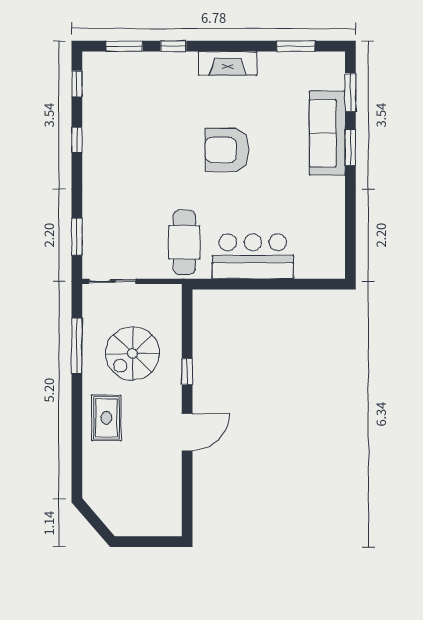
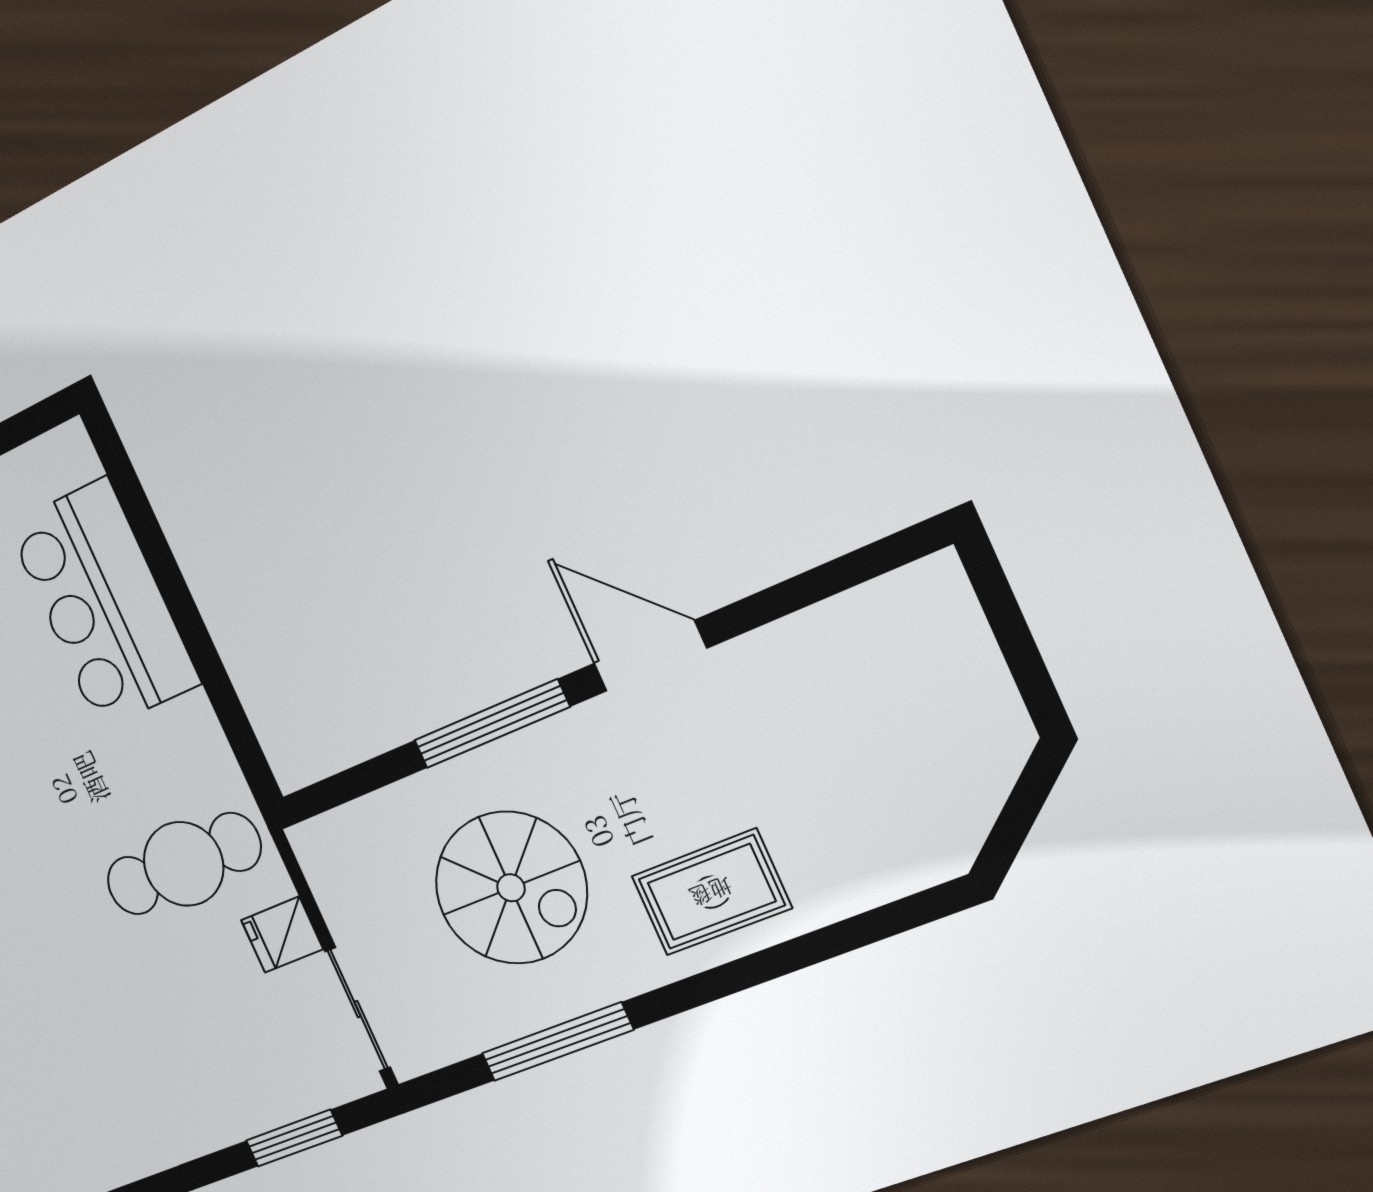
bar counter: (253, 256) -> (103, 604), moved
fridge: (147, 266) -> (282, 935), added
window: (187, 372) -> (492, 724), width x2.17

